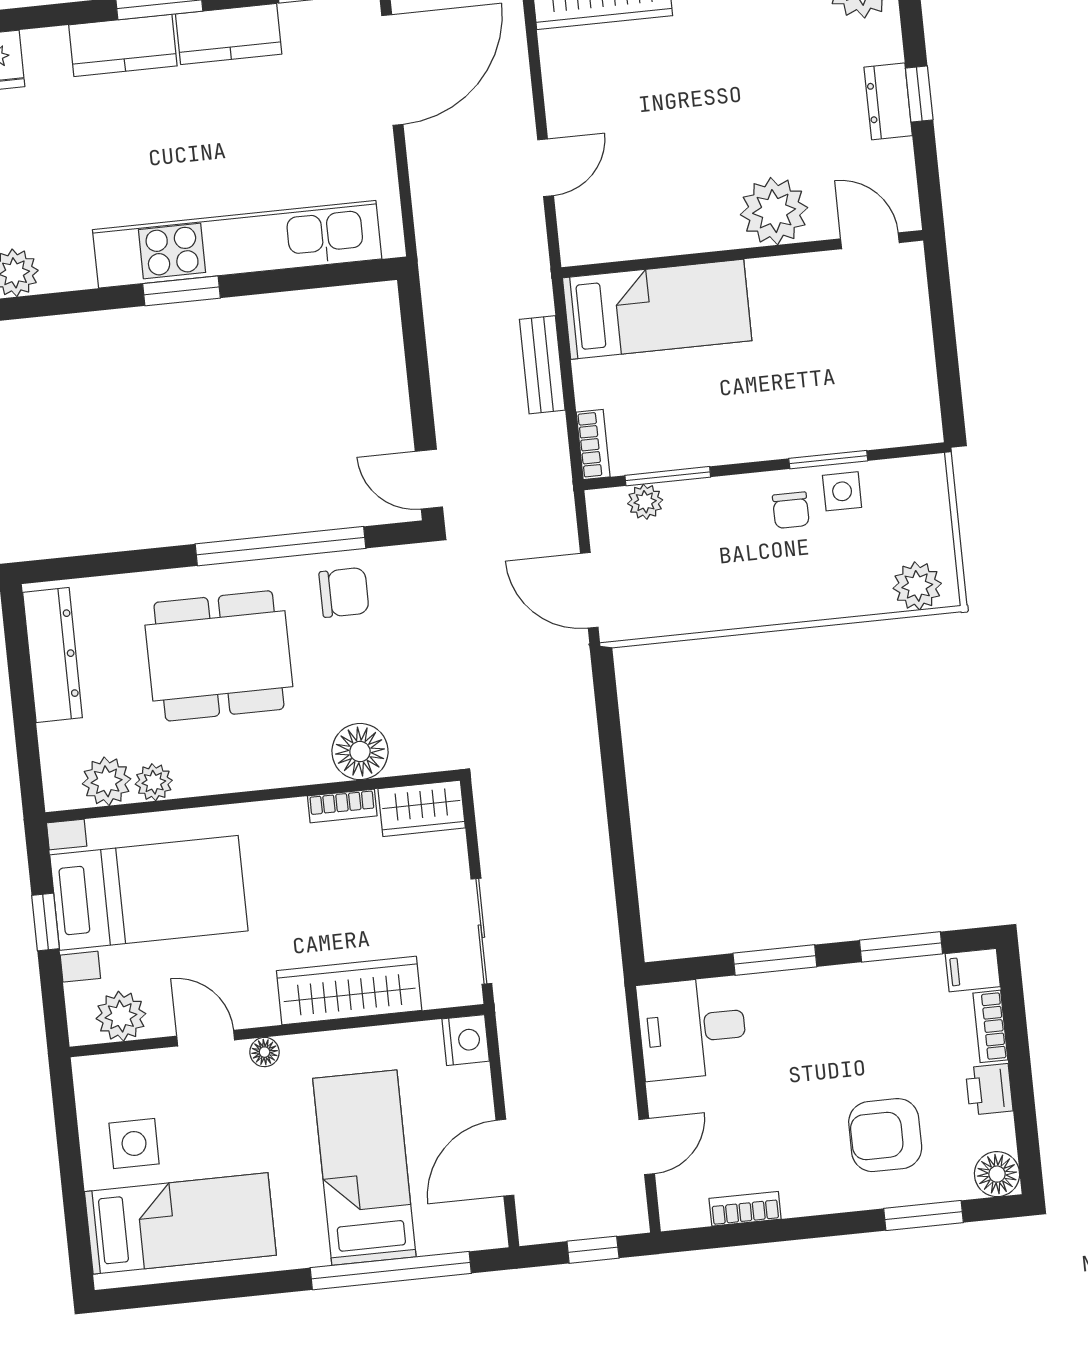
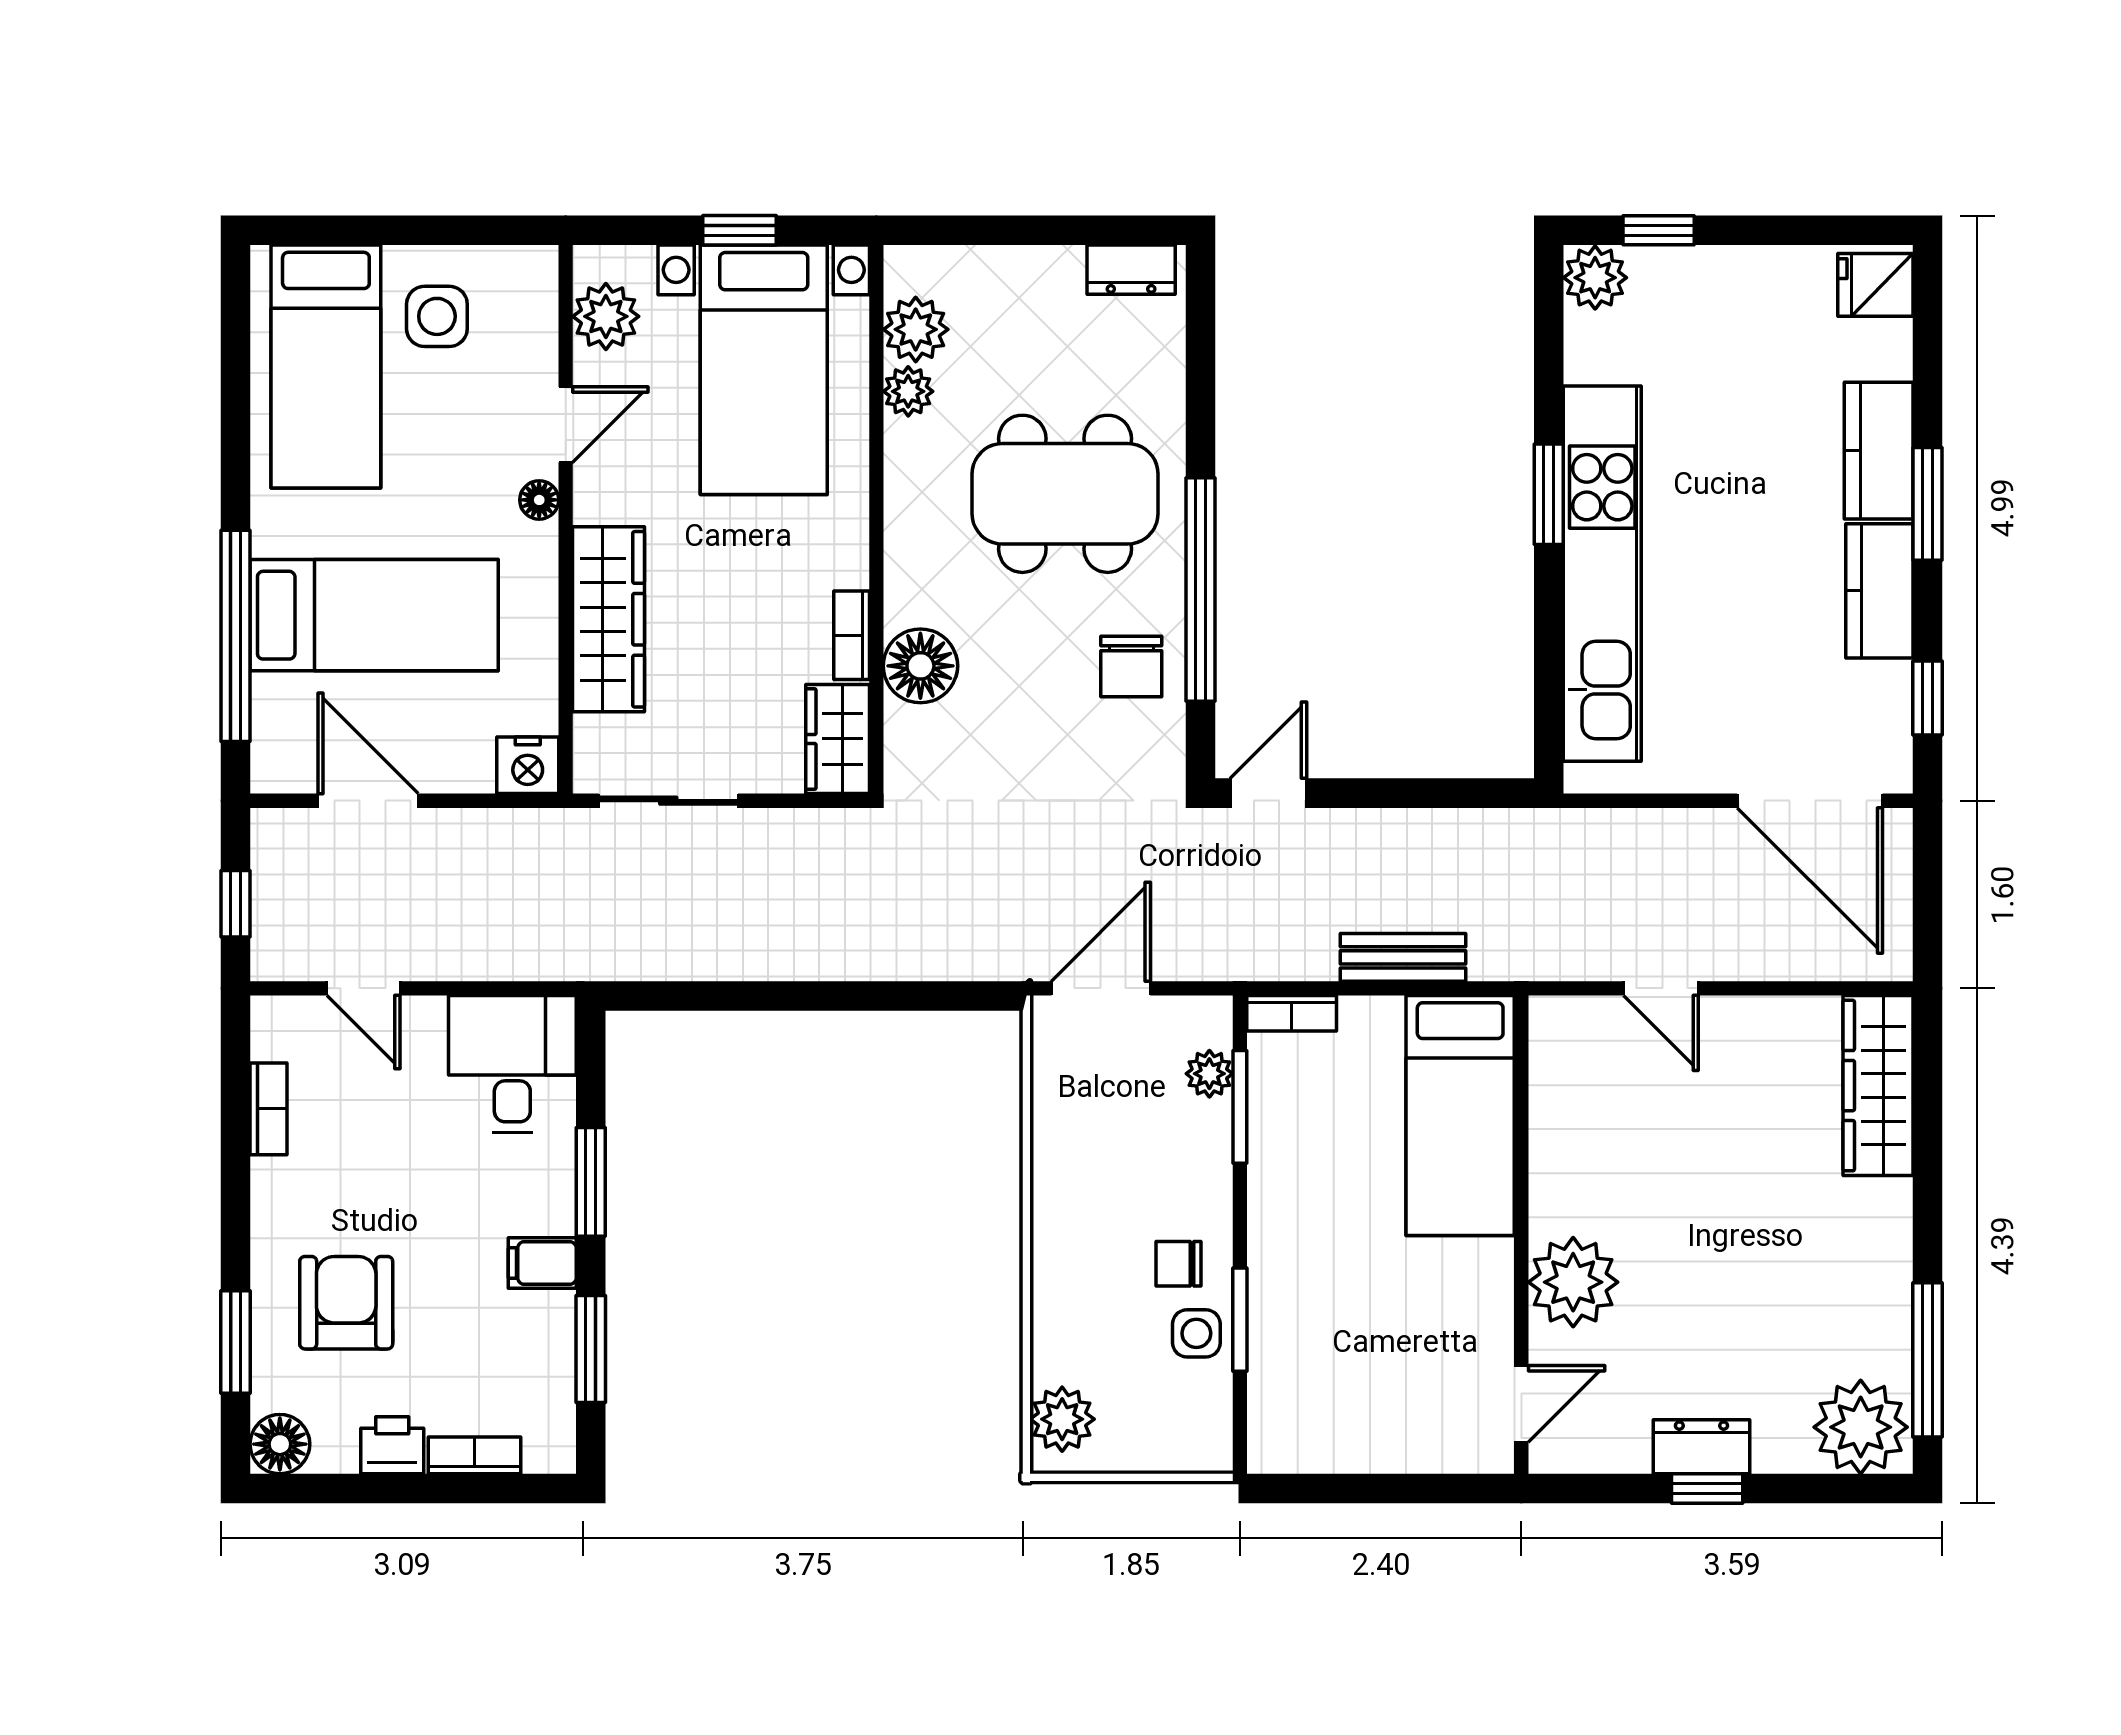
dresser: (53, 655) -> (1131, 270), width x0.51, depth x0.80
dining table: (219, 656) -> (1065, 494), turned 90
filing cabinet: (973, 970) -> (542, 1263), moved, turned -90

